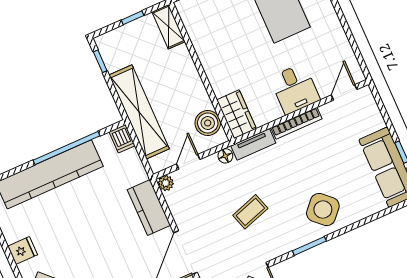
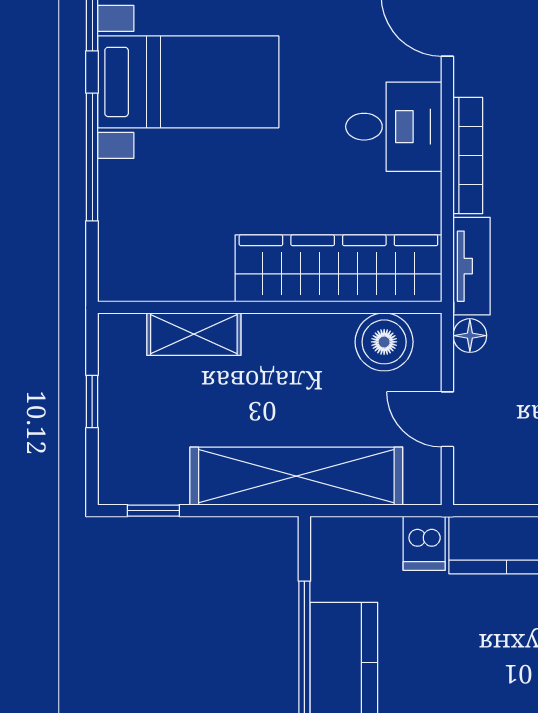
shelving: (169, 27) -> (194, 334), moved
wardrobe: (236, 114) -> (338, 268), width x2.10, depth x1.17
dishwasher: (122, 139) -> (424, 543), moved, turned 90
plant: (166, 183) -> (471, 487), removed

